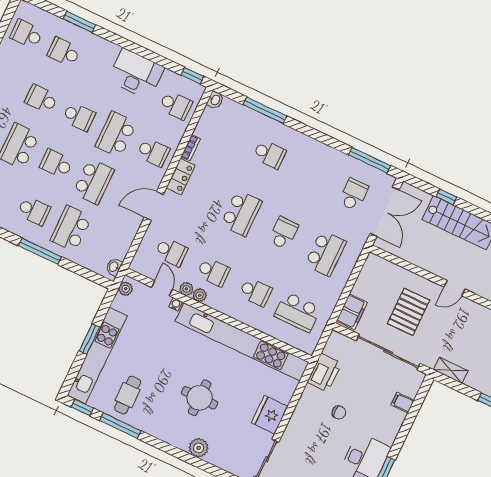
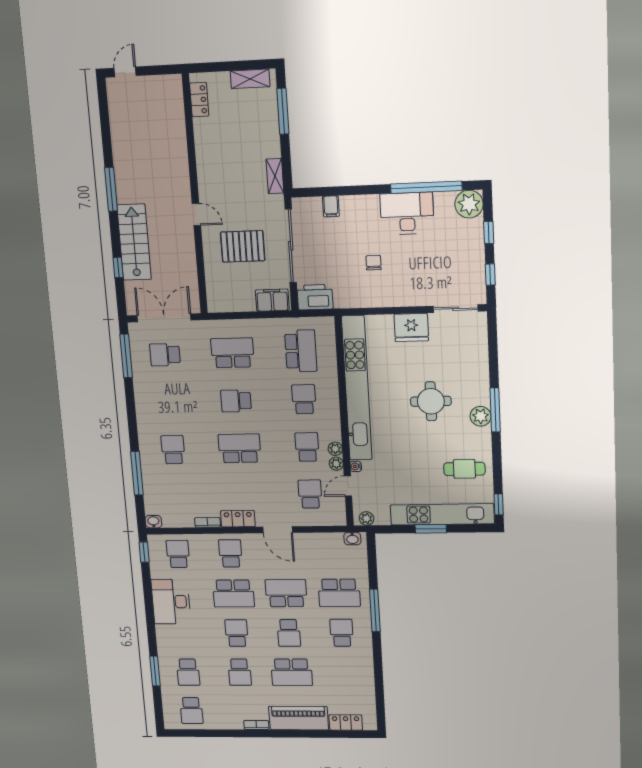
printer: (324, 373) -> (315, 297), moved
window: (120, 426) -> (495, 410), moved
plant: (199, 448) -> (481, 416), moved

